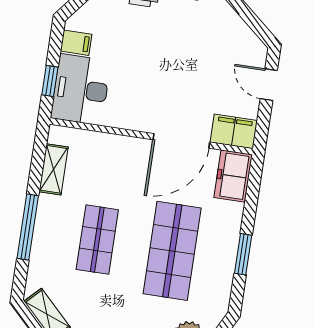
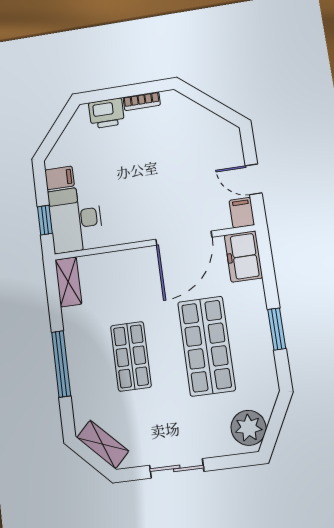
door: (269, 85) -> (254, 179), moved
filing cabinet: (234, 131) -> (242, 213), width x0.50
shelving: (54, 169) -> (68, 282), moved

